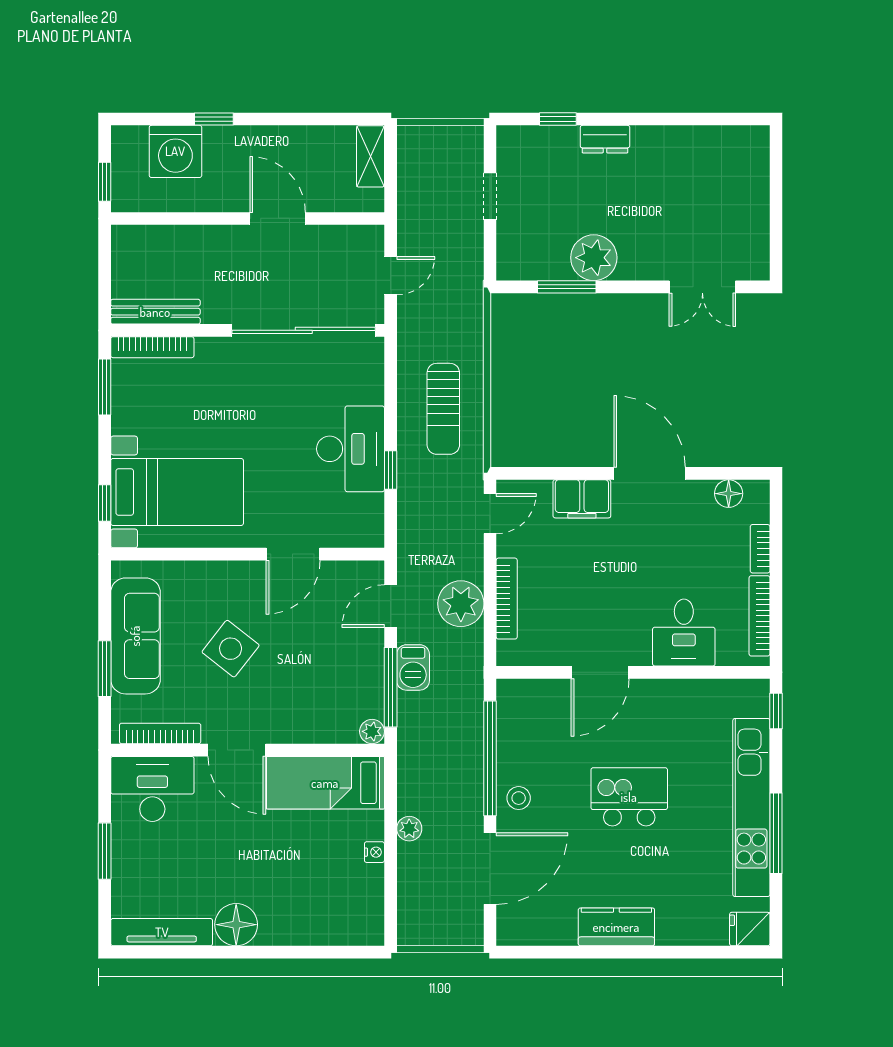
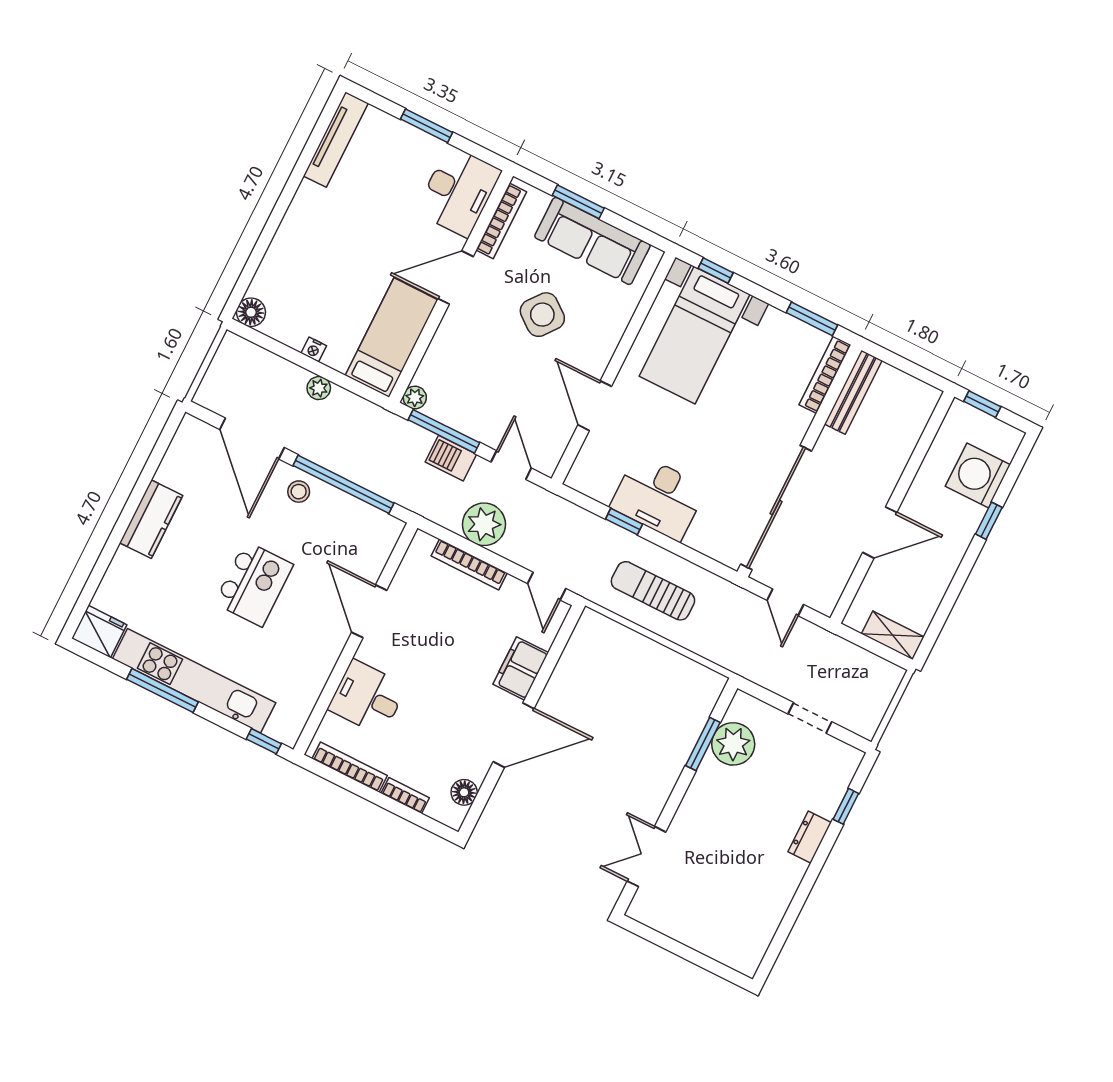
plant: (594, 258) -> (733, 744), moved
floor lamp: (236, 925) -> (251, 312), moved, width x0.73, depth x0.73
fridge: (750, 929) -> (99, 632), width x1.38

